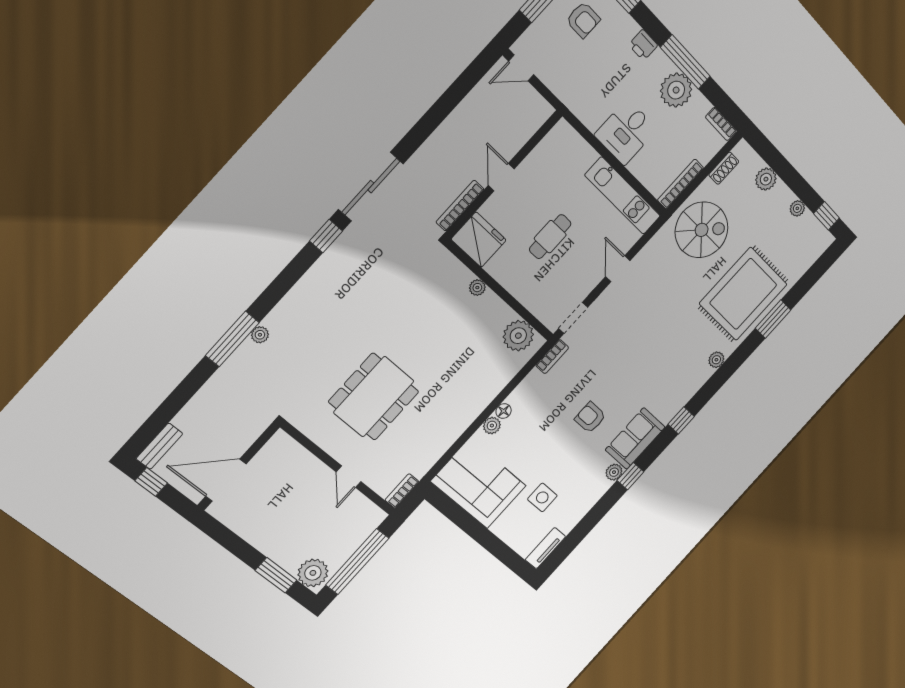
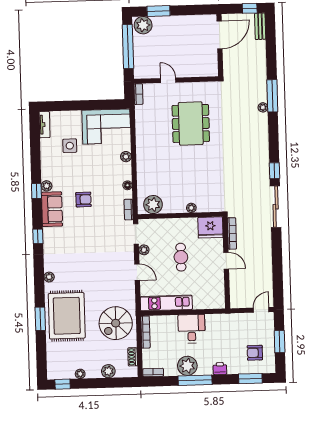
plant: (583, 289) -> (144, 250), added
floor lamp: (504, 411) -> (127, 185), moved

